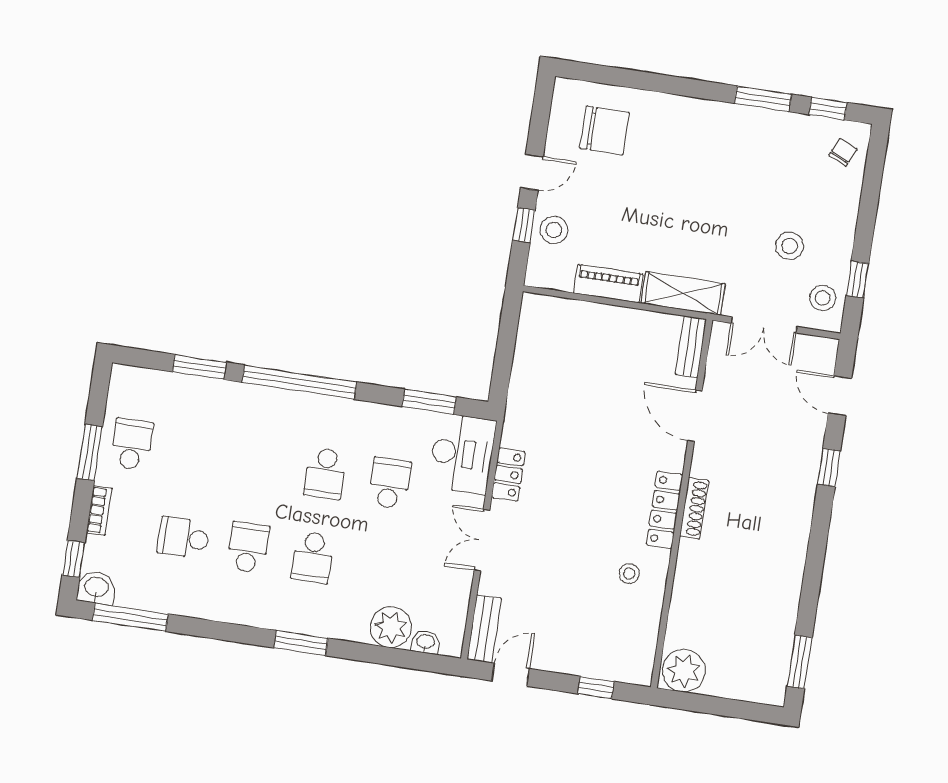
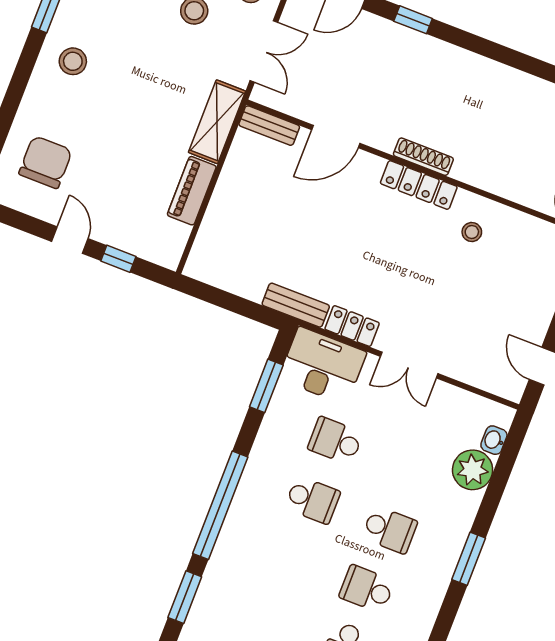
stool: (554, 230) -> (73, 61), moved
bench: (484, 629) -> (296, 305), moved

